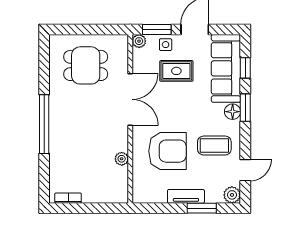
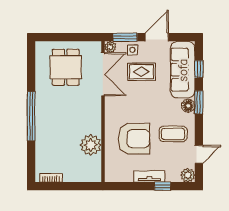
dining table: (86, 65) -> (66, 67), turned 90
double door: (130, 99) -> (103, 74), moved
plant: (122, 159) -> (91, 145), width x1.88, depth x1.88
window: (202, 208) -> (163, 186), width x0.67

